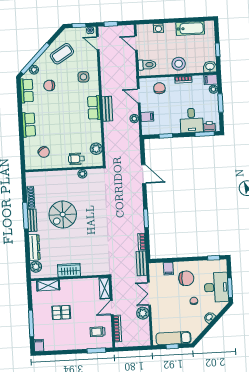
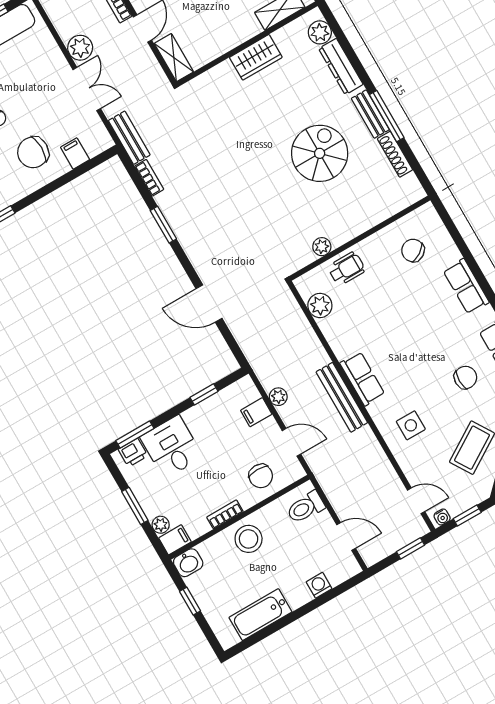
bench: (107, 109) -> (342, 397), width x1.36

